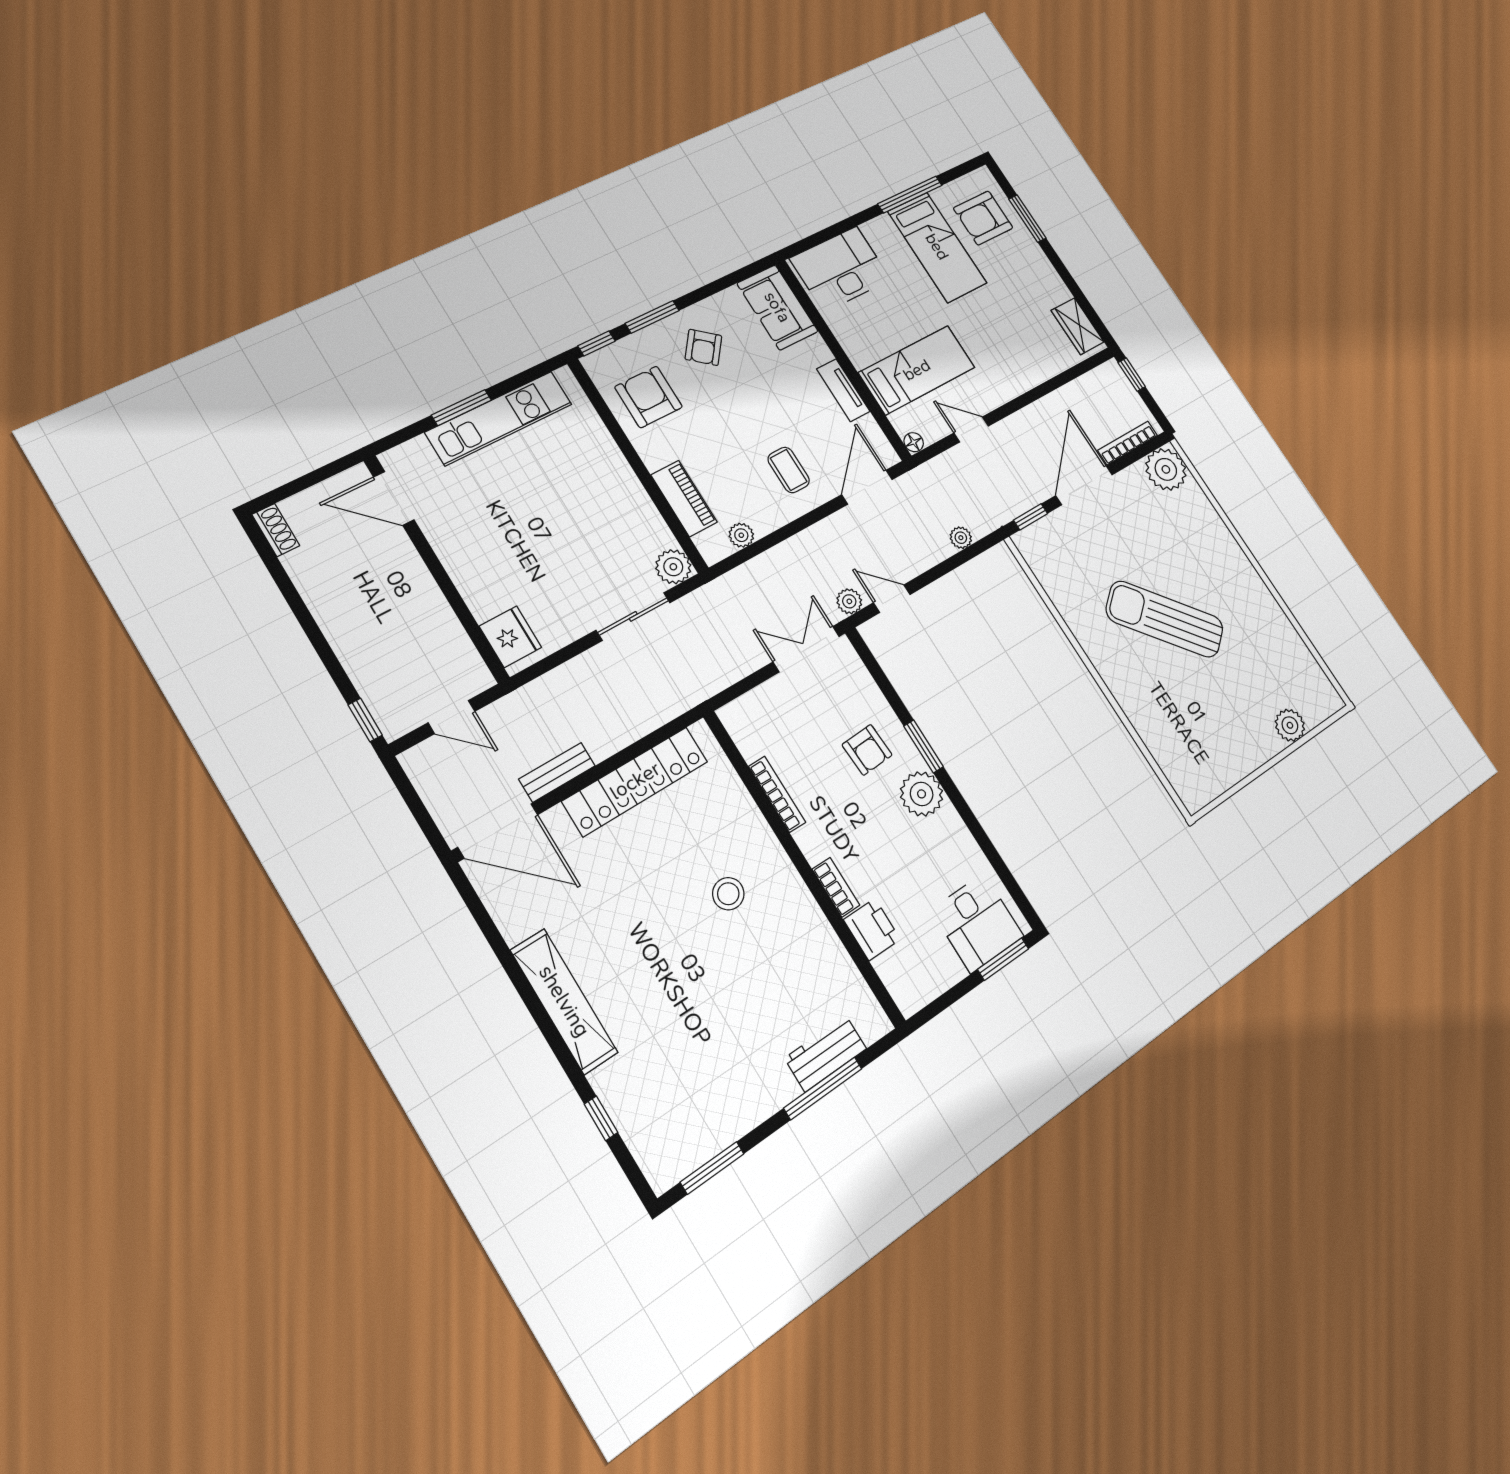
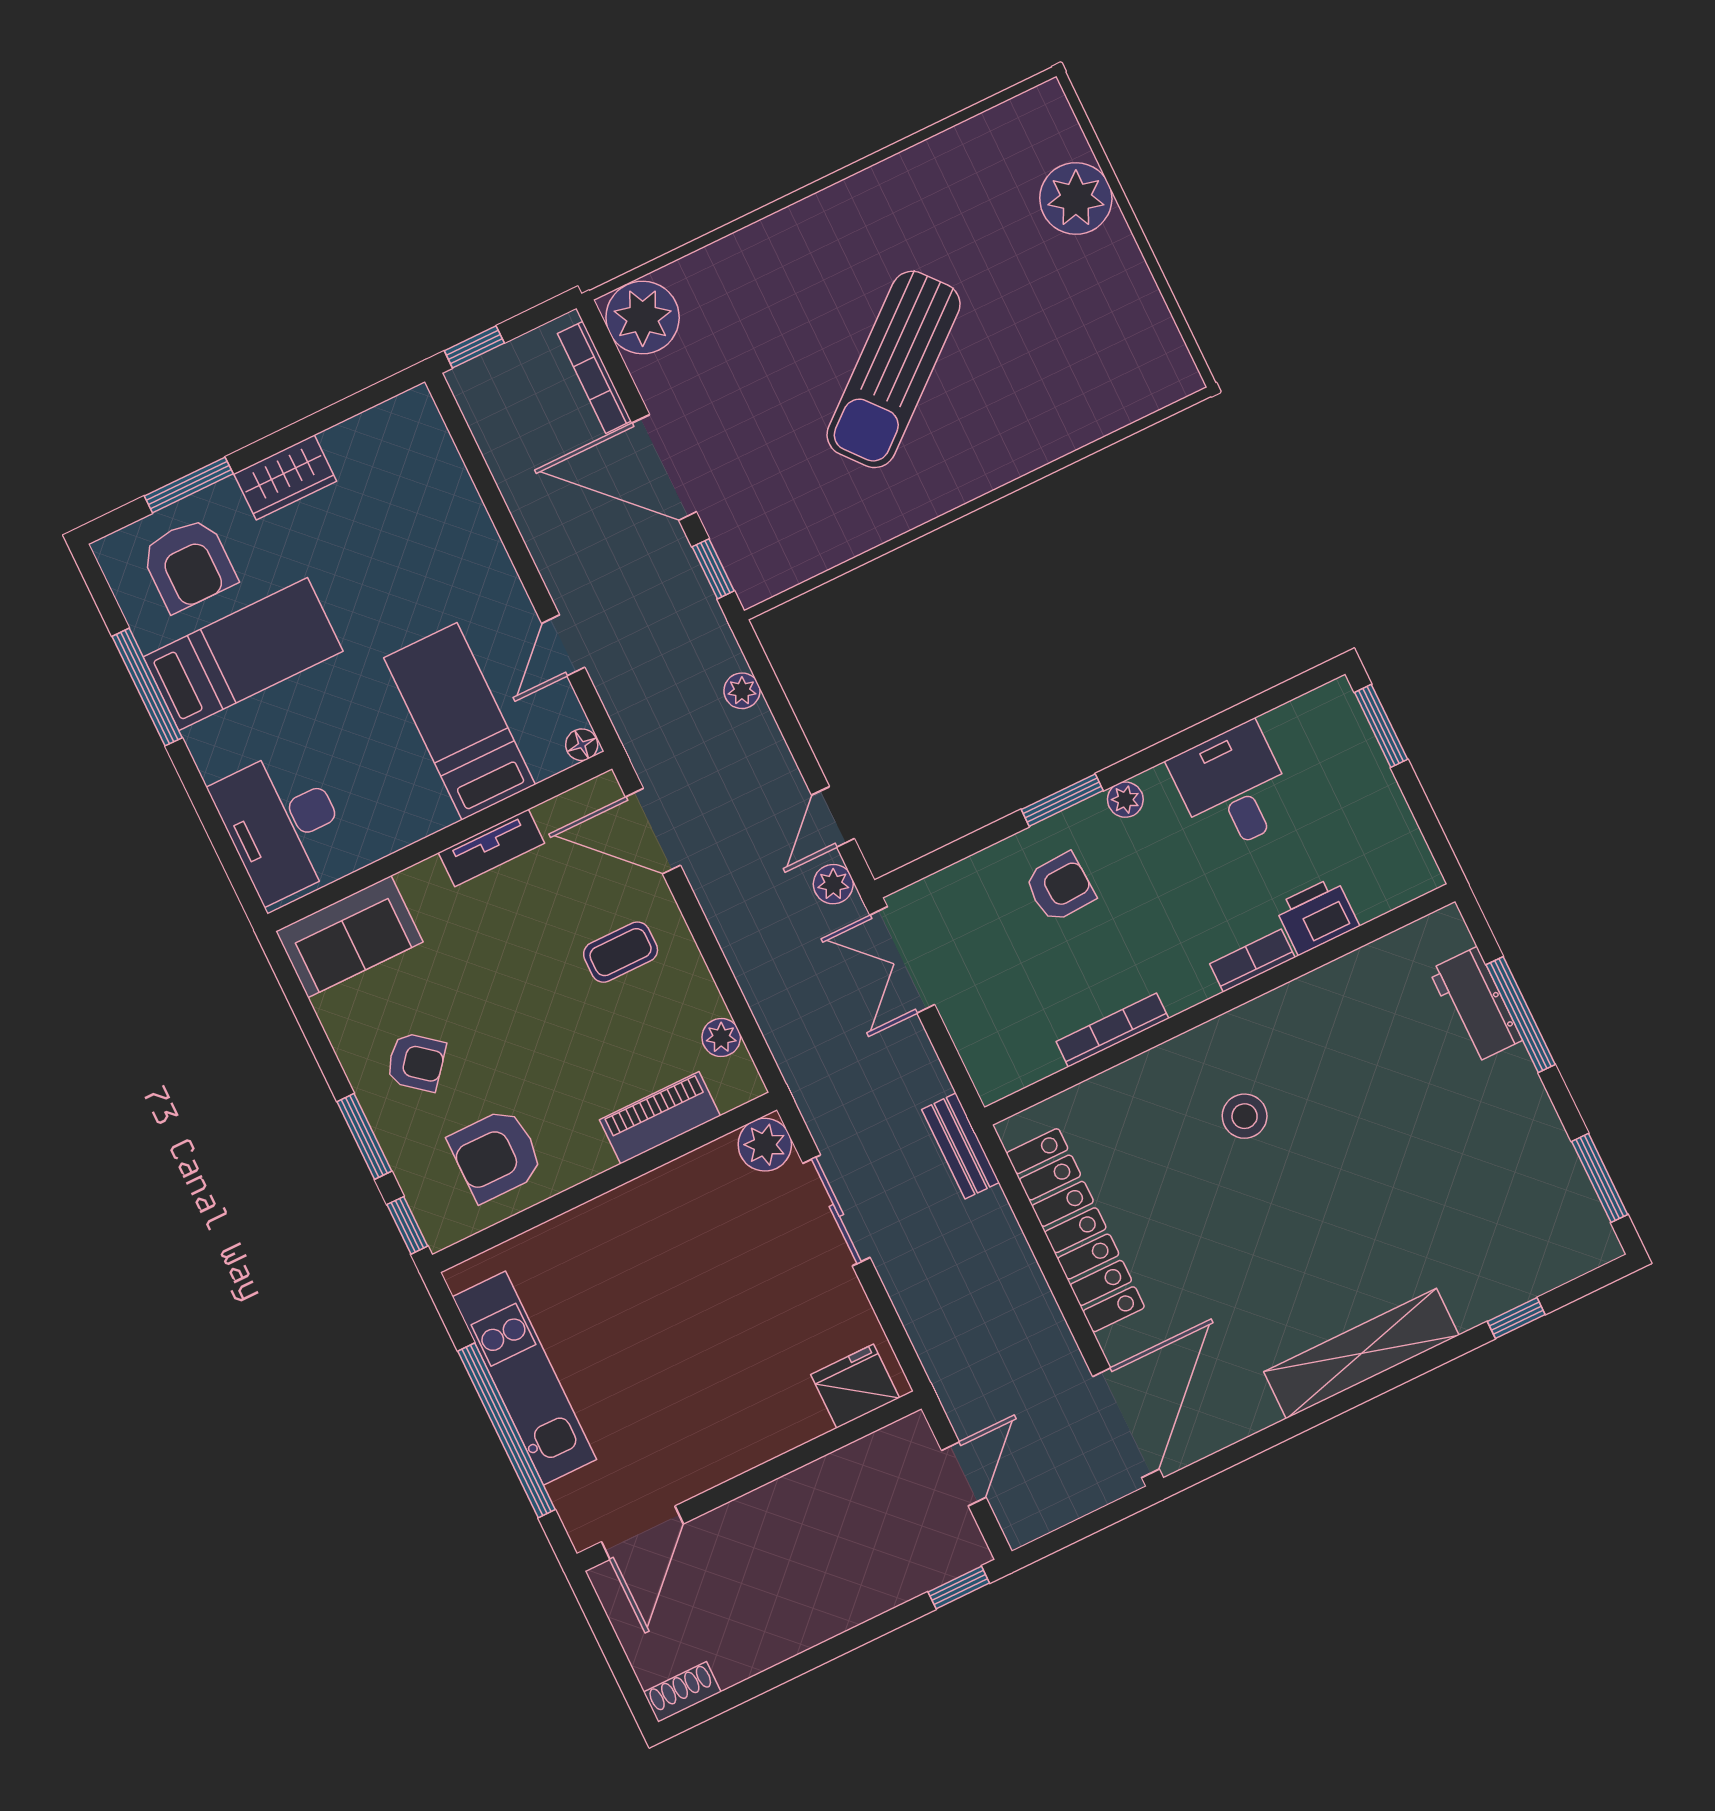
wardrobe: (1078, 326) -> (285, 477), moved
window: (461, 408) -> (506, 1430), width x2.11
plant: (1290, 725) -> (1076, 199), width x1.36, depth x1.36
bench: (557, 772) -> (961, 1146), moved
plant: (922, 794) -> (1125, 800), width x0.53, depth x0.53
desk: (977, 923) -> (1233, 788), moved, turned -90

